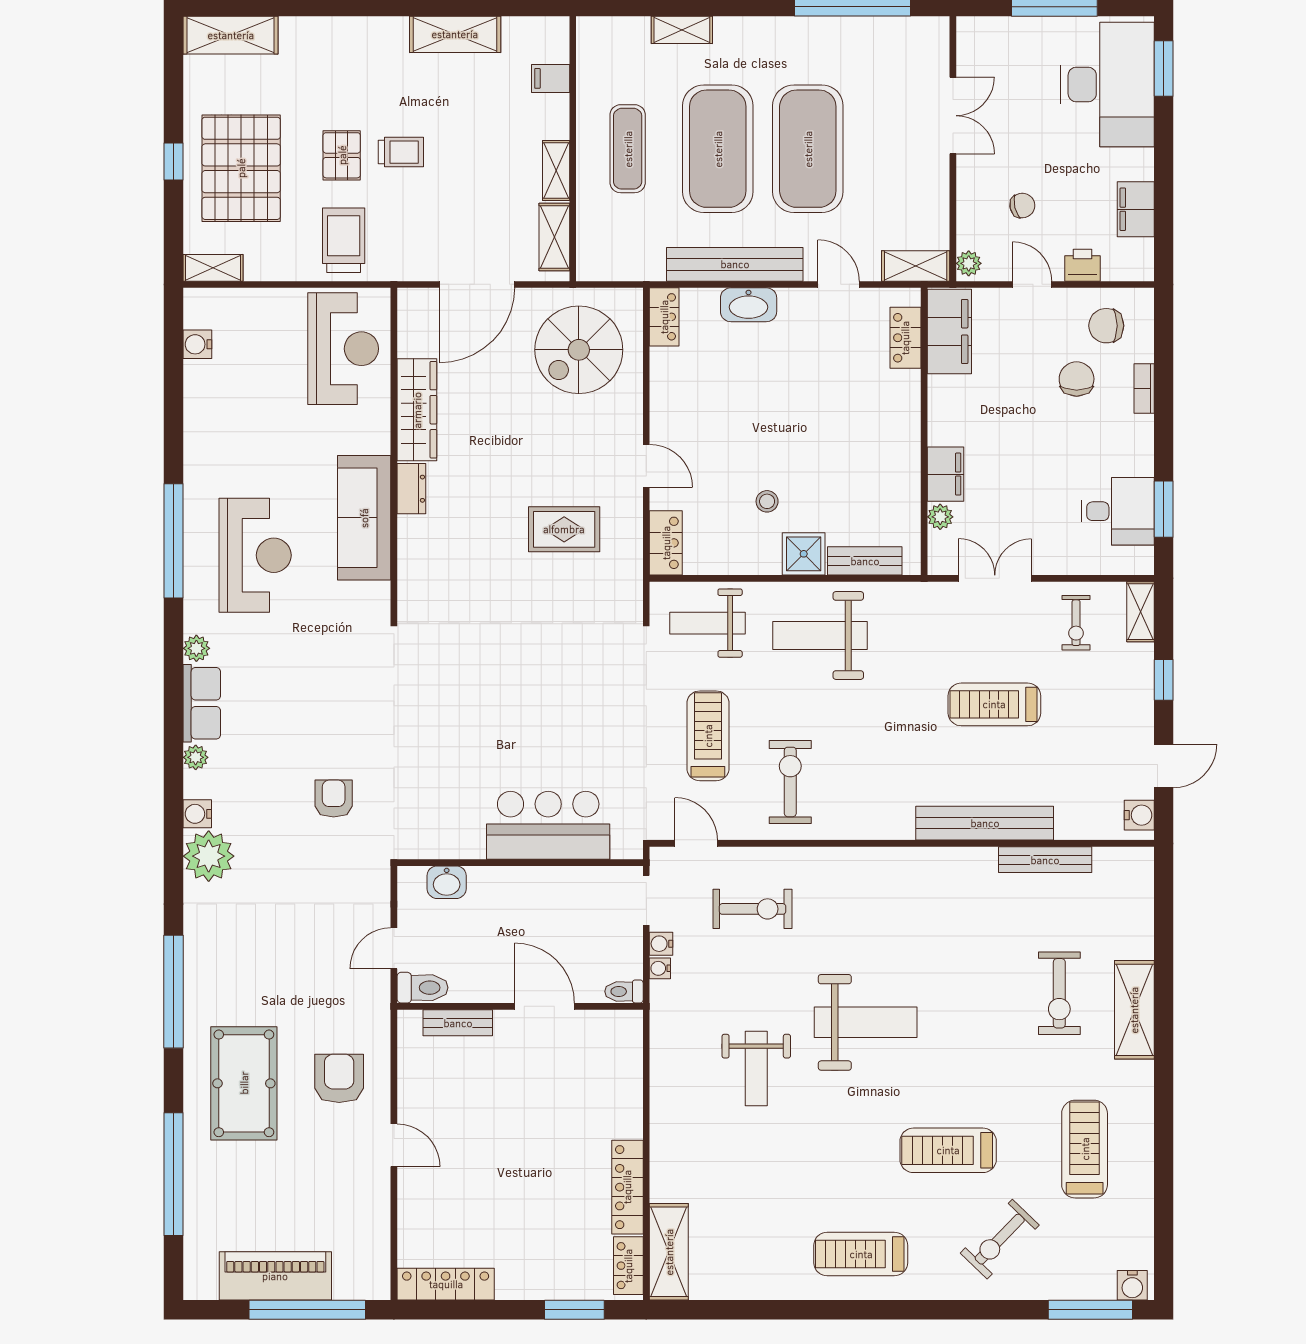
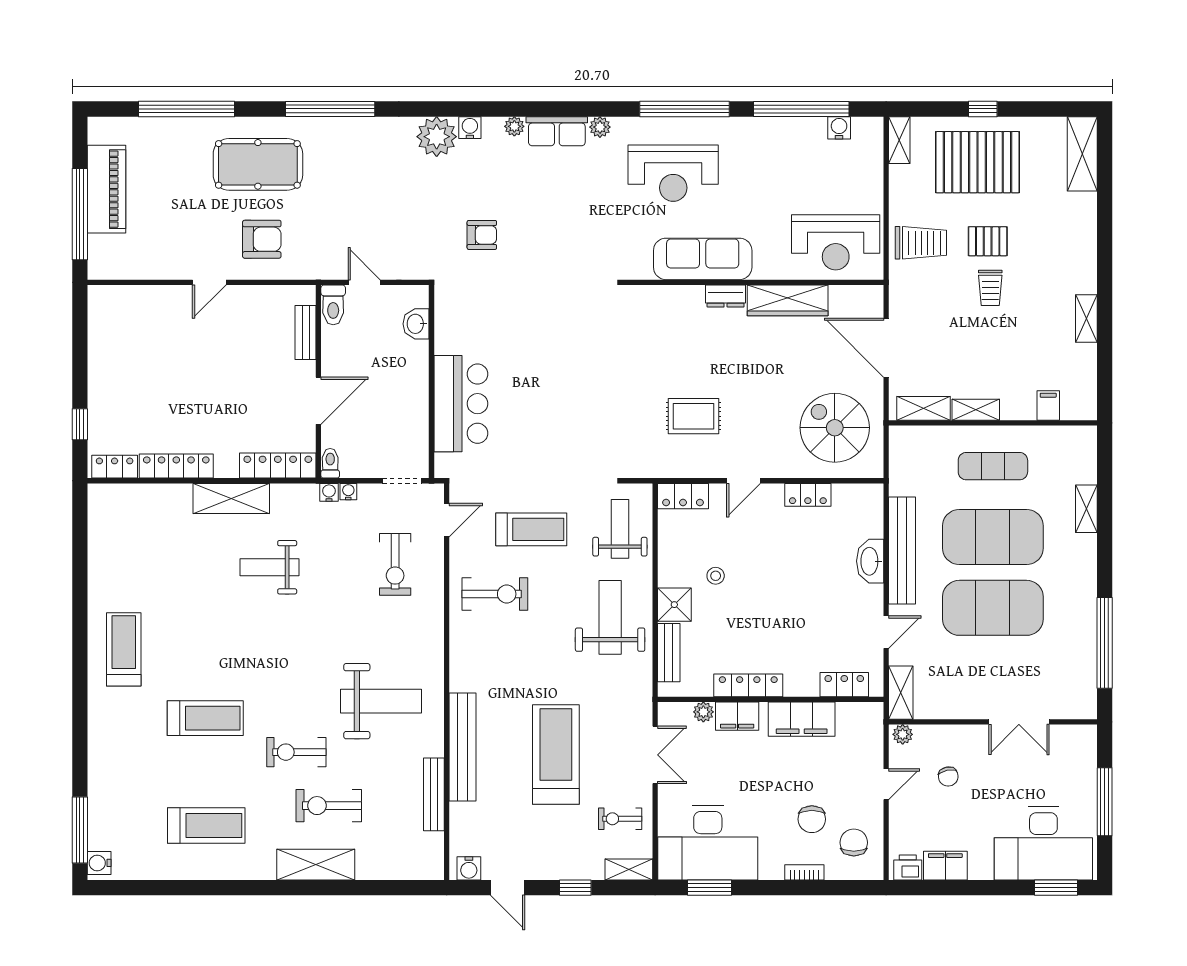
shelving: (455, 34) -> (1086, 318), width x0.67, depth x0.75
printer: (1082, 265) -> (908, 868), moved, turned -90
locker: (664, 317) -> (808, 495), moved
filing cabinet: (949, 331) -> (802, 719), moved
chair: (1077, 379) -> (812, 819), turned 90
window: (173, 393) -> (801, 109), added
locker: (906, 460) -> (748, 685), added
desk: (1118, 511) -> (708, 843), width x1.87, depth x1.30
rug: (564, 529) -> (694, 416), turned 90
treadmill: (994, 704) -> (556, 755), width x1.37, depth x1.38
water cooler: (661, 944) -> (329, 492), moved
weight bench: (866, 1022) -> (381, 701), moved, turned -90
treadmill: (948, 1150) -> (205, 718), turned 90
exercise bike: (1000, 1239) -> (296, 752), moved, turned -44
shelving: (669, 1252) -> (231, 498), moved
locker: (446, 1284) -> (278, 466), moved, turned -90
window: (574, 1310) -> (80, 424), width x0.67

